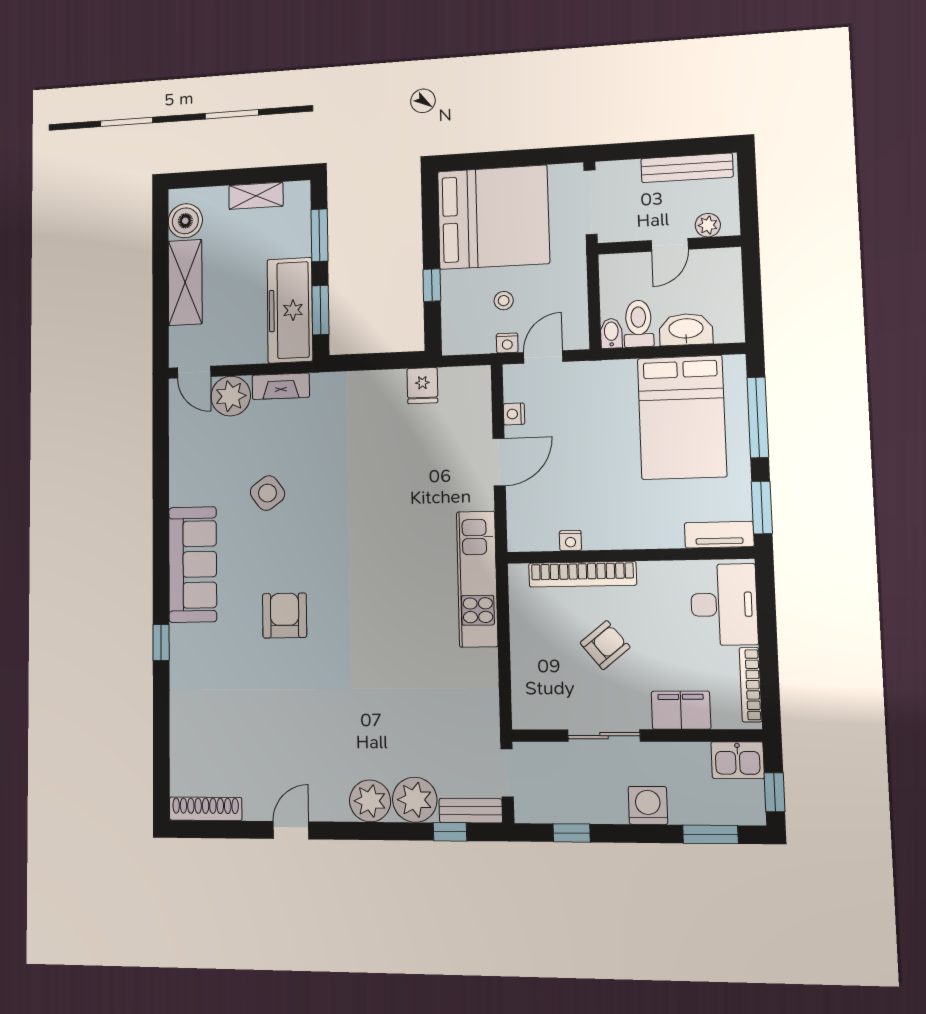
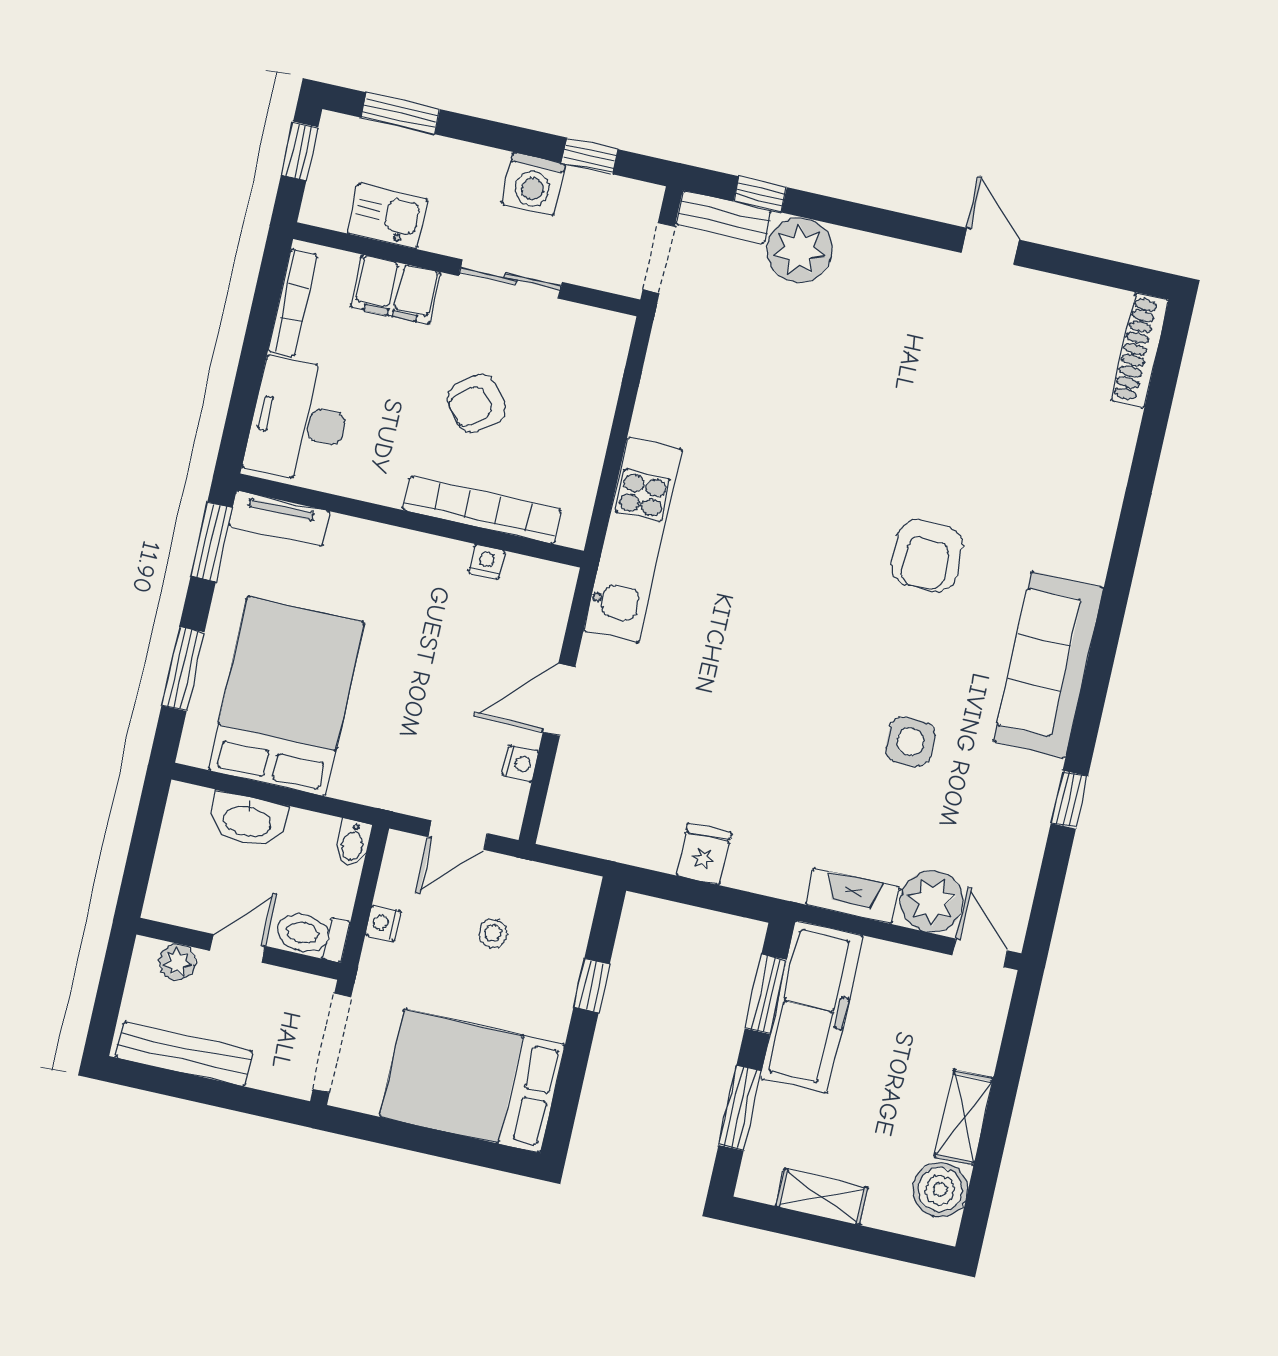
bed: (493, 217) -> (472, 1081), width x0.73
shelving: (185, 282) -> (964, 1118), width x0.67, depth x0.75
toilet: (639, 324) -> (312, 935), moved, turned 90
nightstand: (507, 343) -> (383, 923), moved, turned -90
fridge: (422, 386) -> (704, 854), moved
window: (758, 417) -> (183, 669), width x0.69
side table: (268, 493) -> (910, 742), turned 36
window: (161, 643) -> (1069, 800), moved
kitchen sink: (738, 760) -> (388, 216), moved
plant: (370, 801) -> (865, 262), removed
washing machine: (648, 805) -> (533, 184), moved
shoe rack: (206, 809) -> (1140, 350), moved, turned 90
door: (291, 830) -> (990, 246), swing flipped

